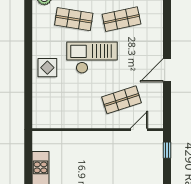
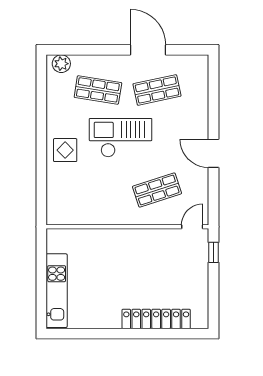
door: (167, 70) -> (213, 153), hinge flipped
door: (139, 130) -> (192, 227), moved

